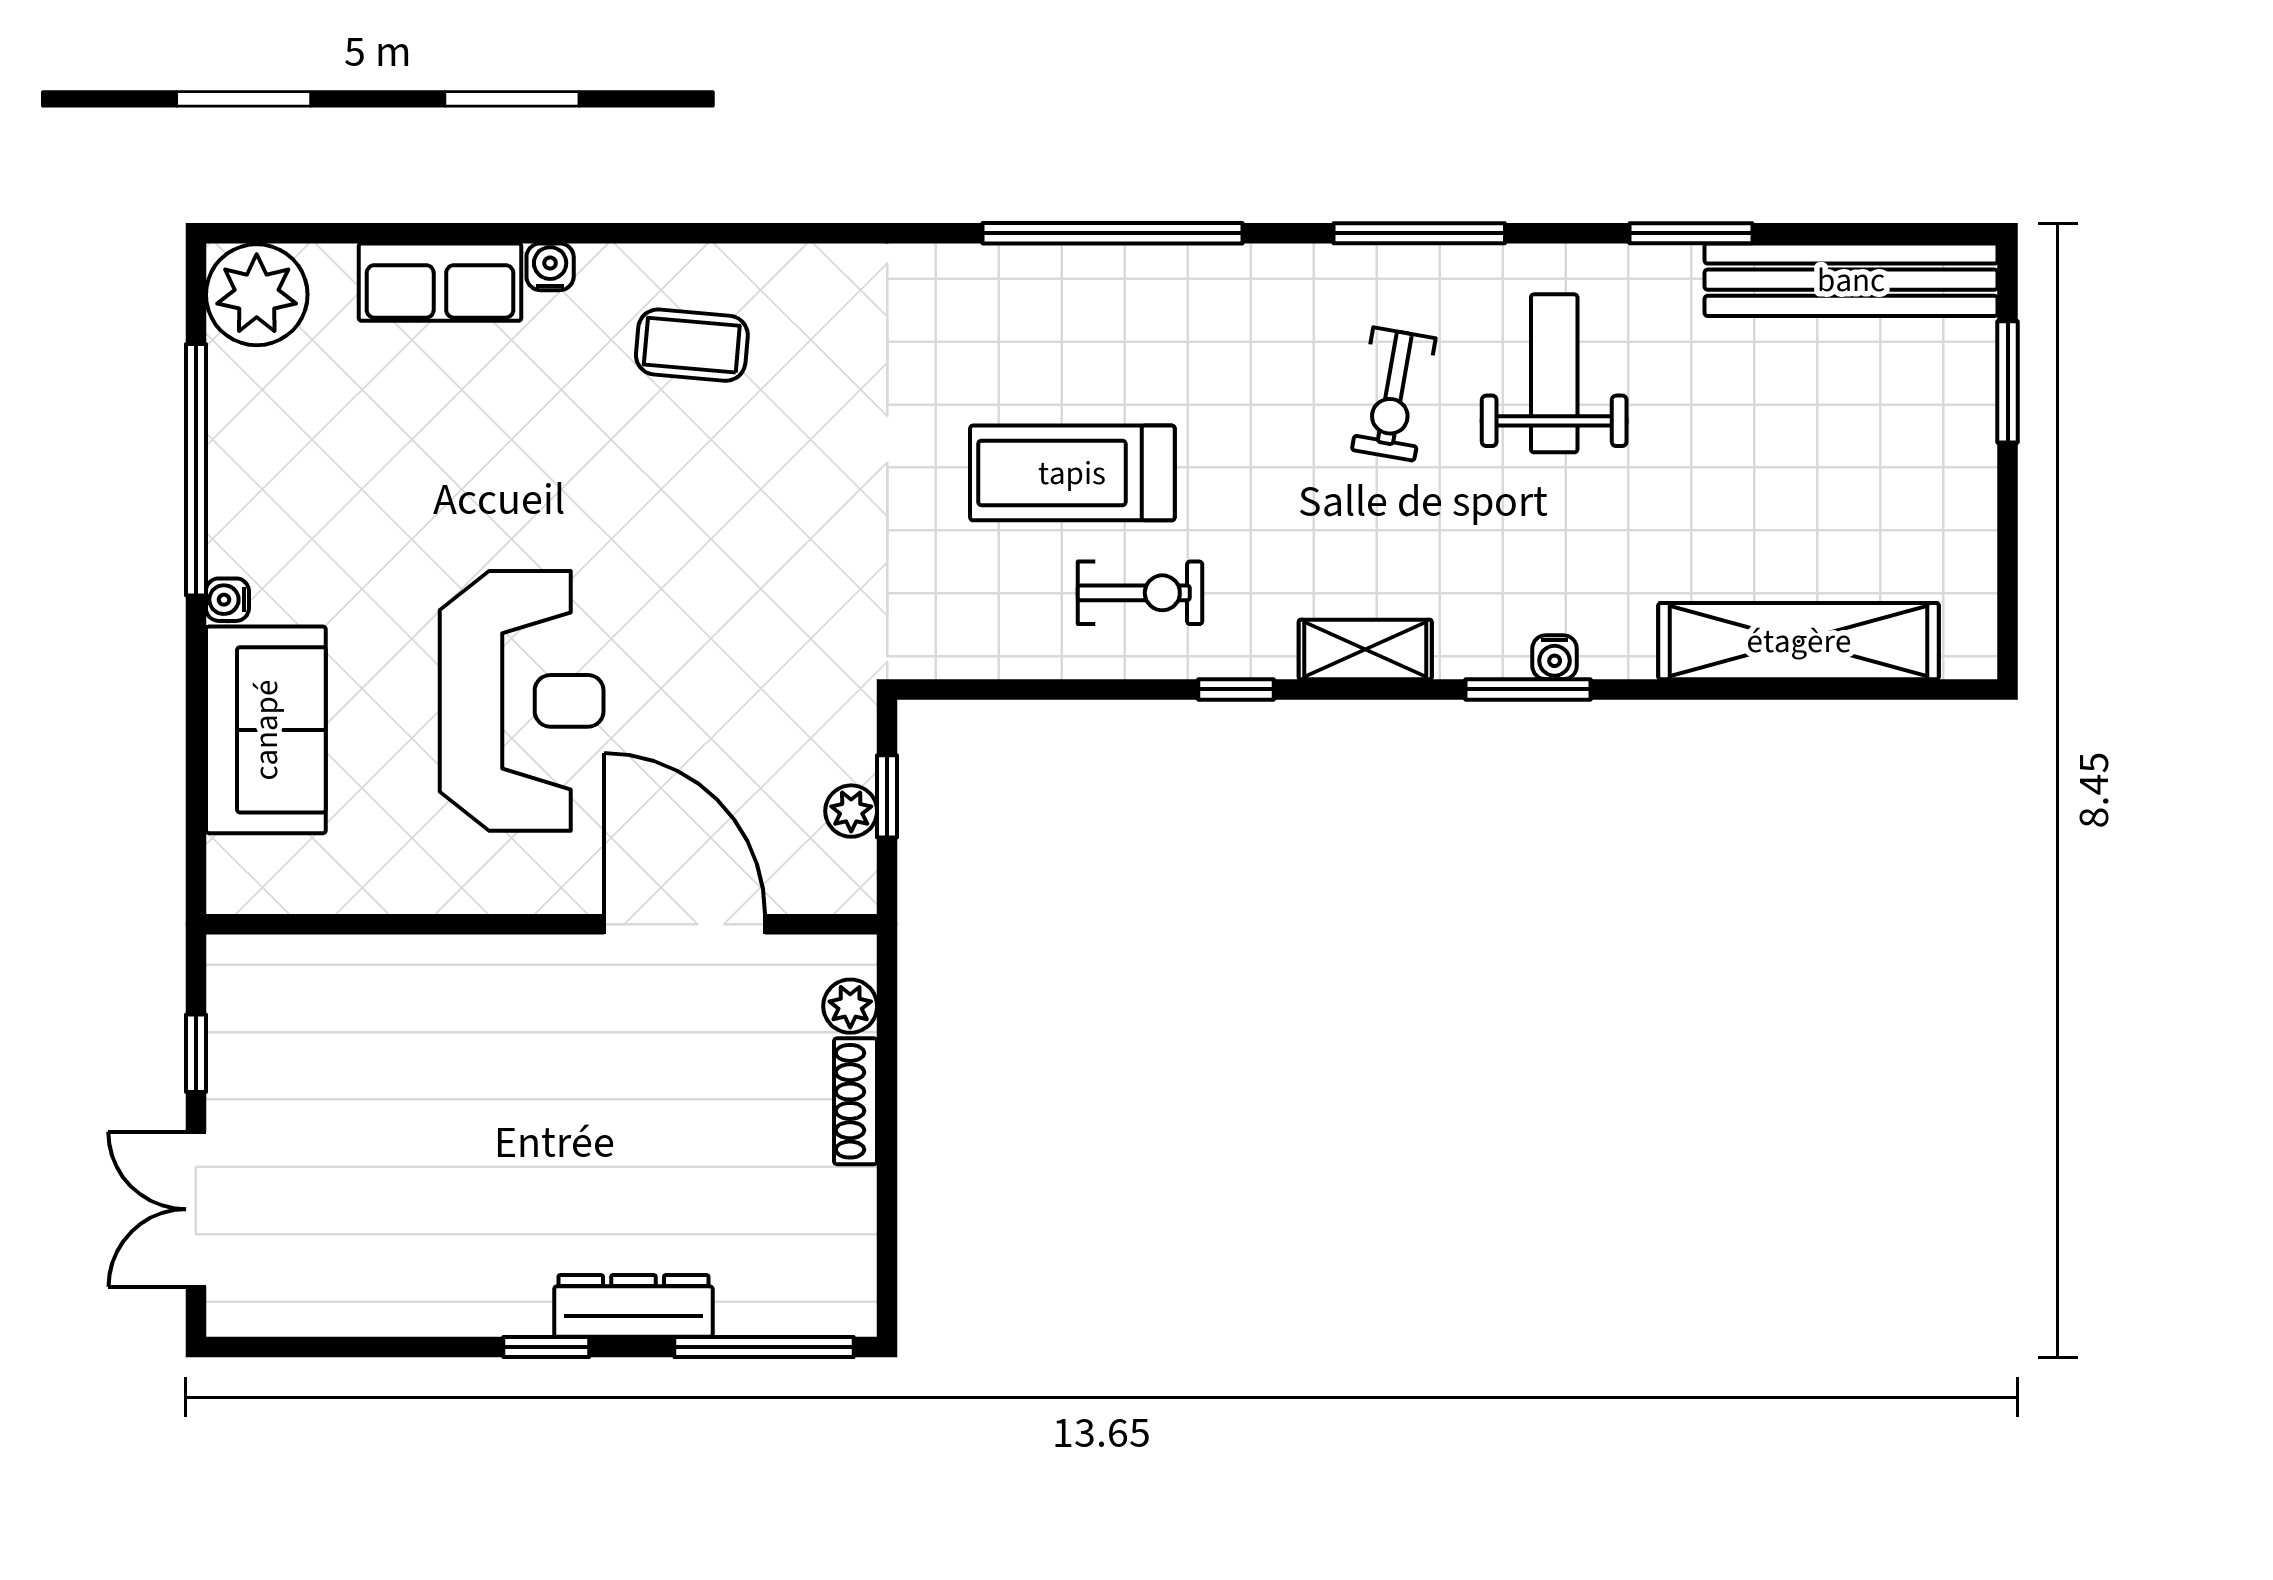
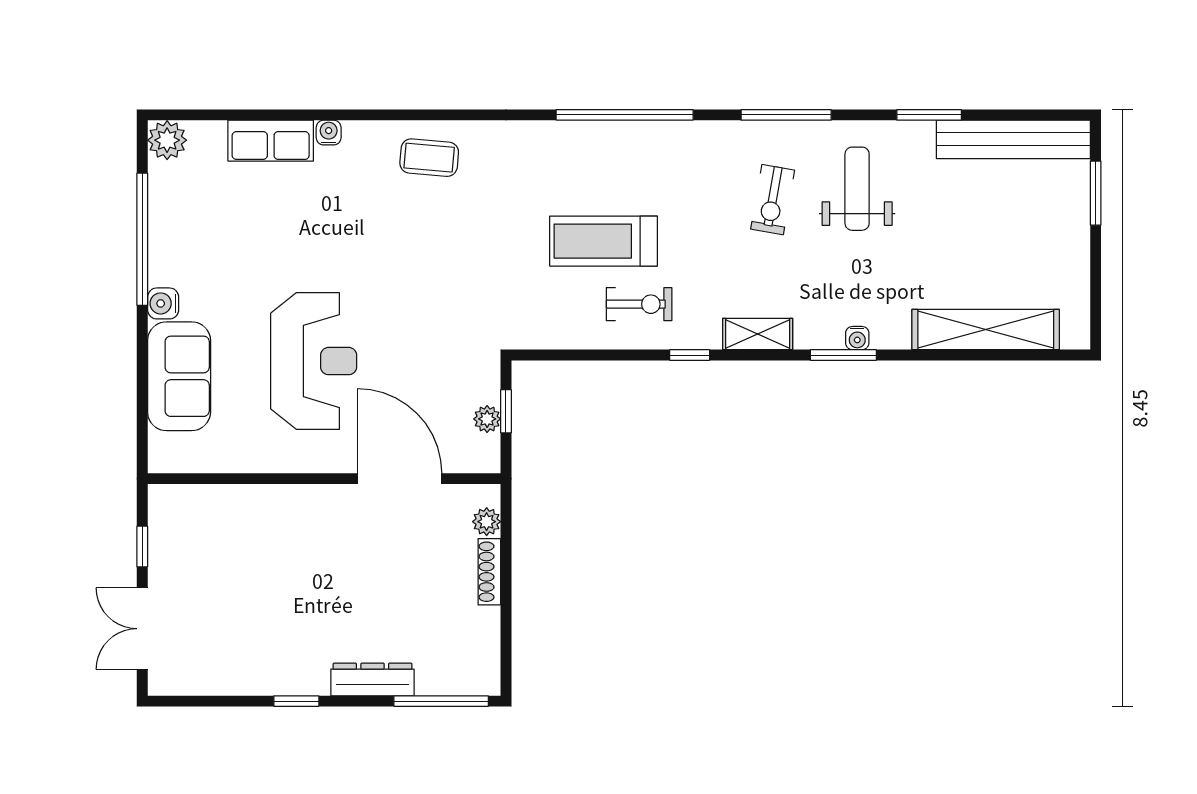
plant: (257, 295) -> (167, 140), width x0.73, depth x0.73
coffee table: (692, 345) -> (429, 158), moved
water cooler: (227, 600) -> (163, 303), width x1.38, depth x1.38
window: (546, 1347) -> (296, 701), moved

